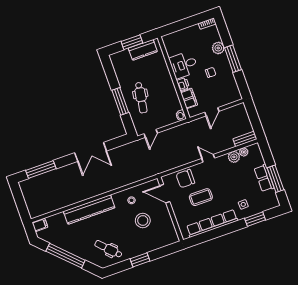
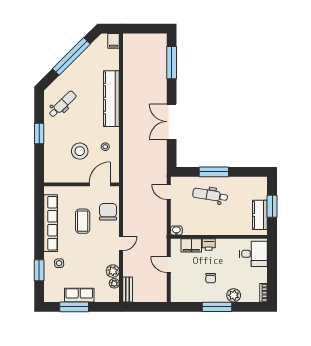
desk: (184, 65) -> (253, 254), moved, turned 90

